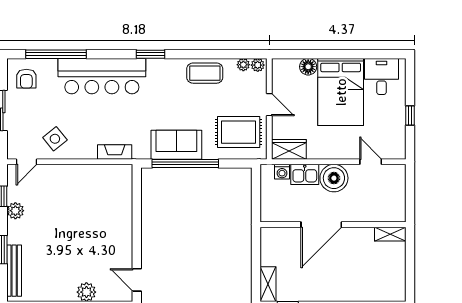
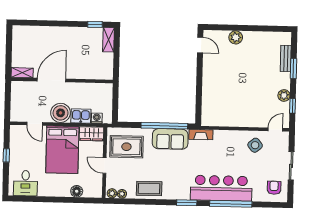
window: (56, 54) -> (231, 204), moved
bed: (341, 92) -> (62, 150), moved, turned 180
fireplace: (115, 152) -> (201, 135), moved
door: (321, 225) -> (51, 80), moved
bench: (14, 271) -> (286, 58), width x0.73

